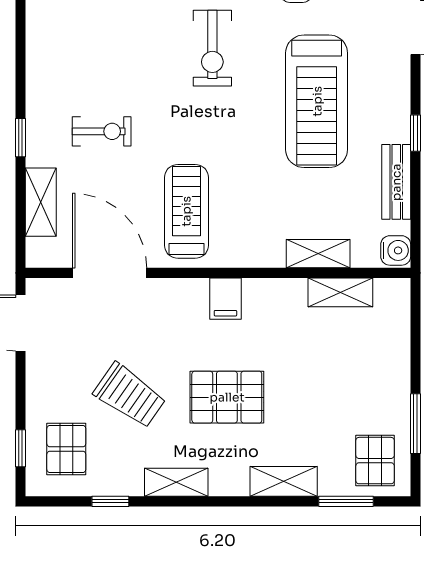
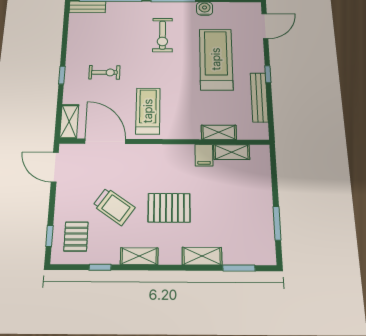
treadmill: (317, 101) -> (216, 59), turned 180
bench: (396, 182) -> (259, 97), width x1.36
shelving: (41, 202) -> (69, 121), moved
water cooler: (396, 250) -> (261, 131), removed
filing cabinet: (225, 299) -> (204, 155), moved
pallet: (375, 461) -> (255, 244), removed

